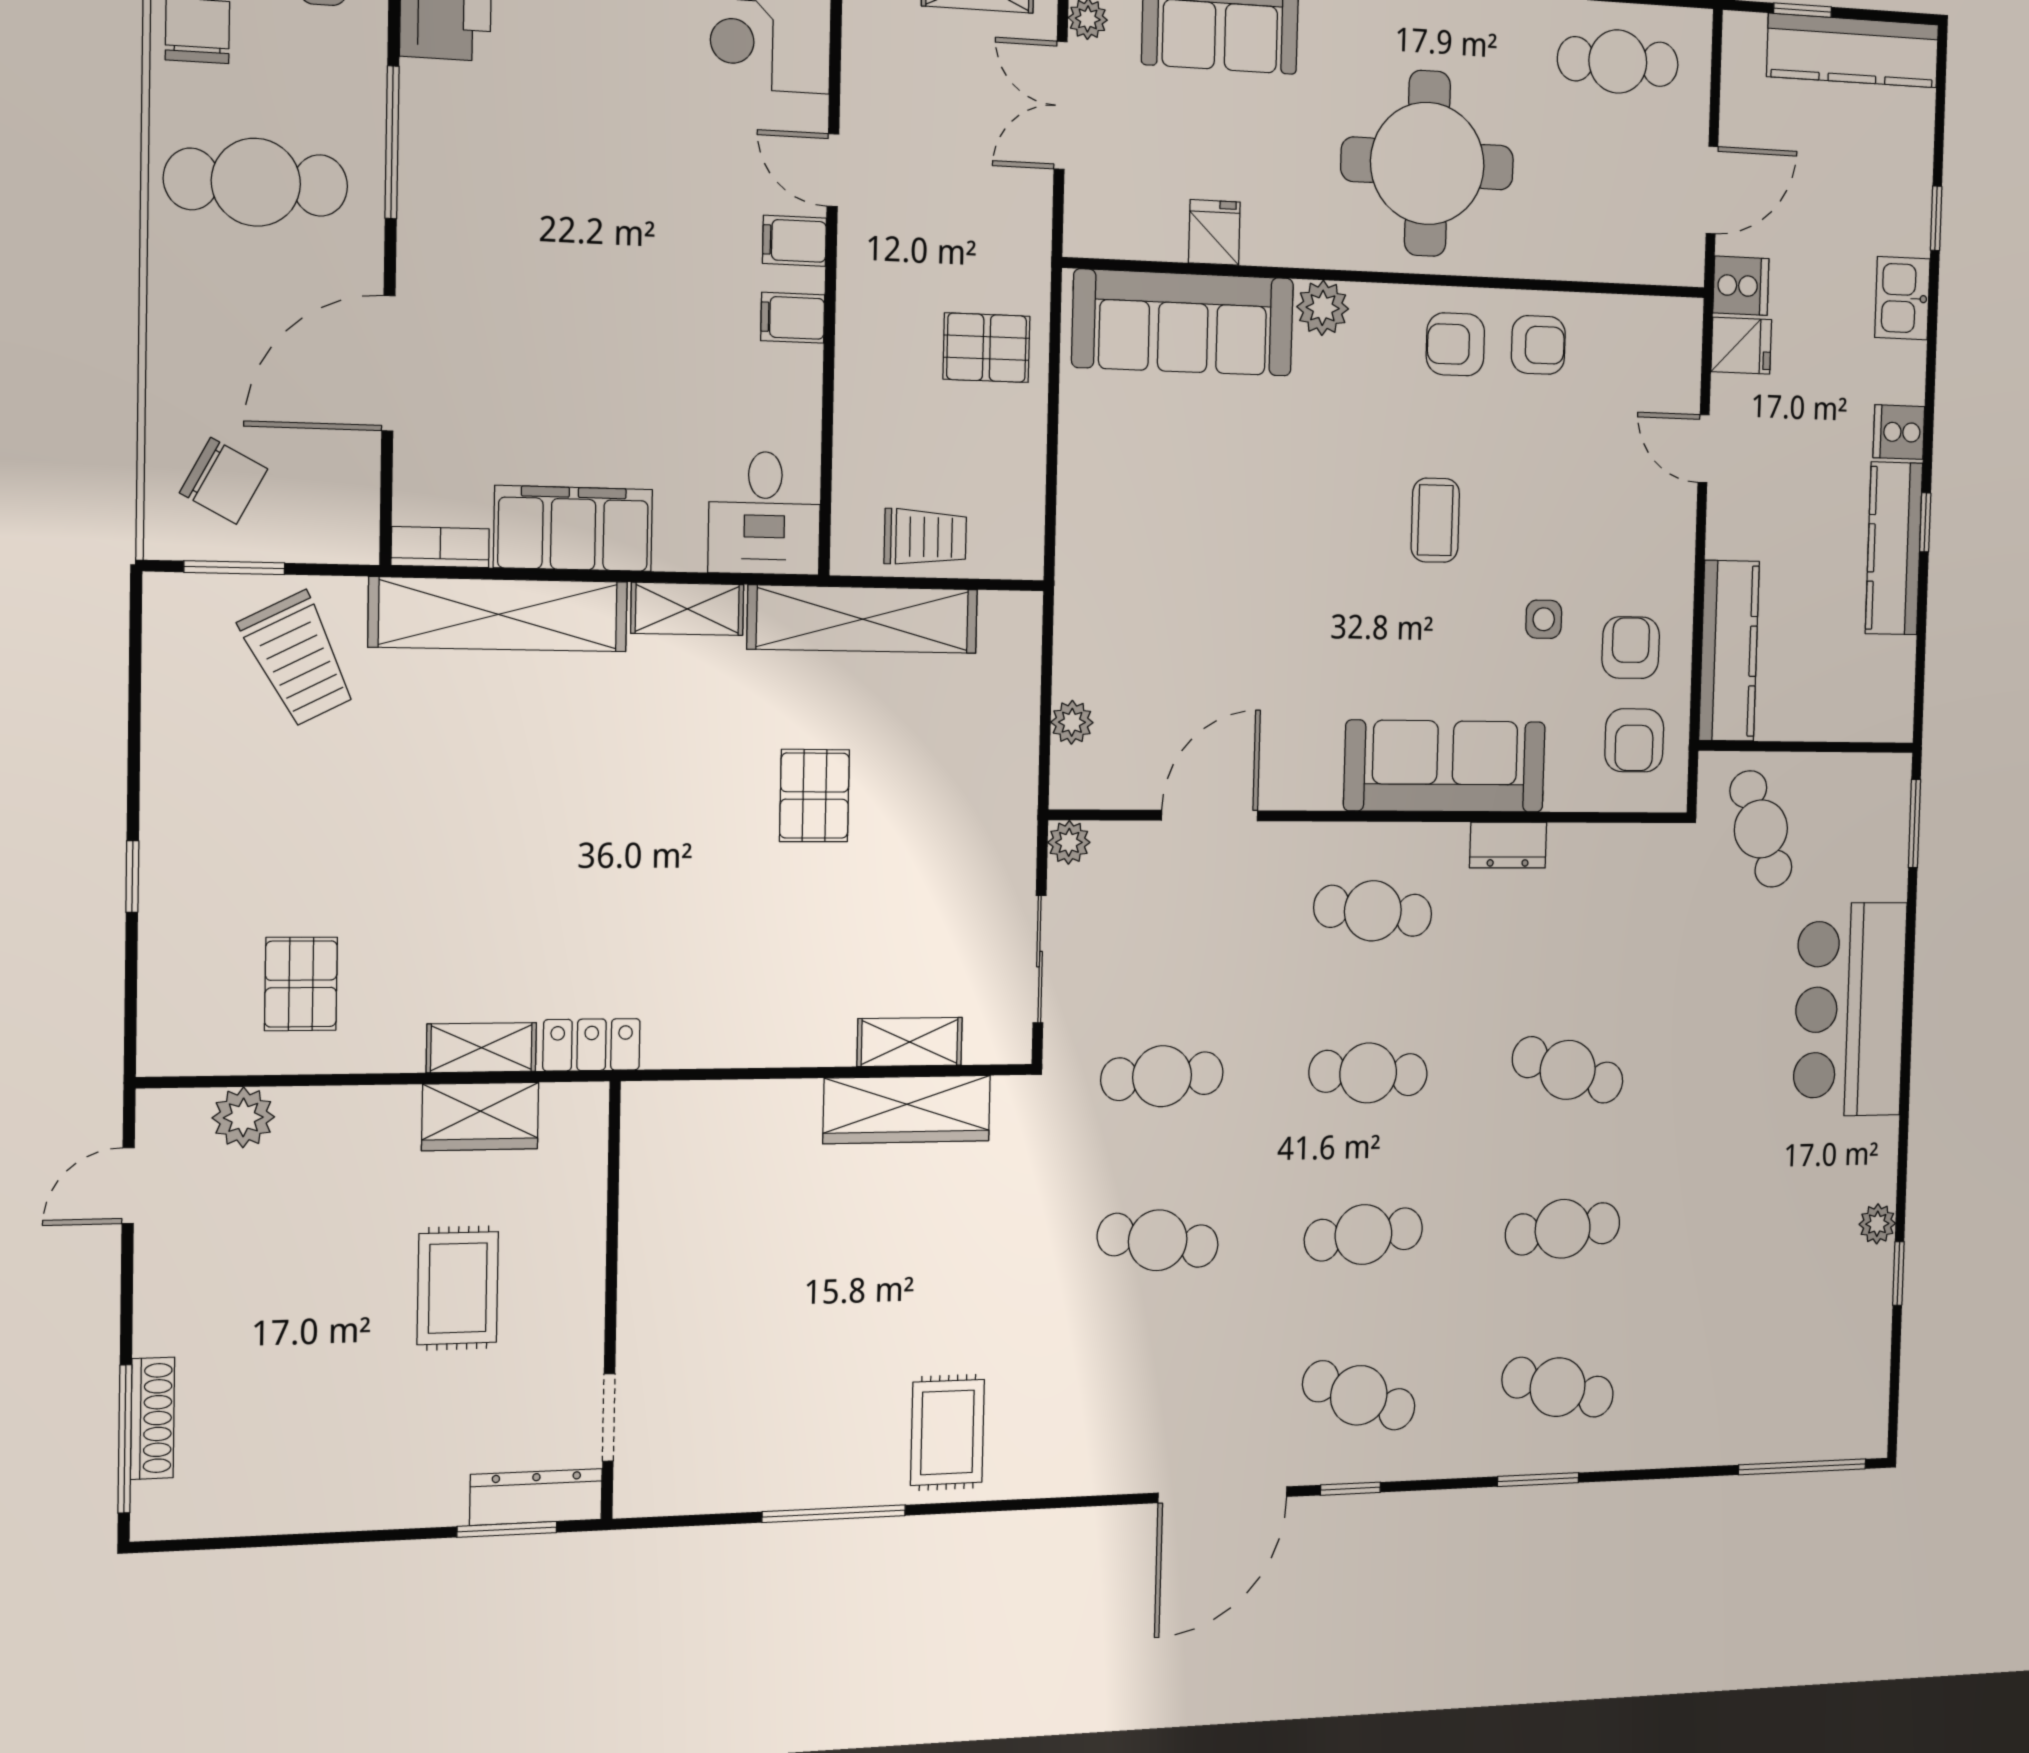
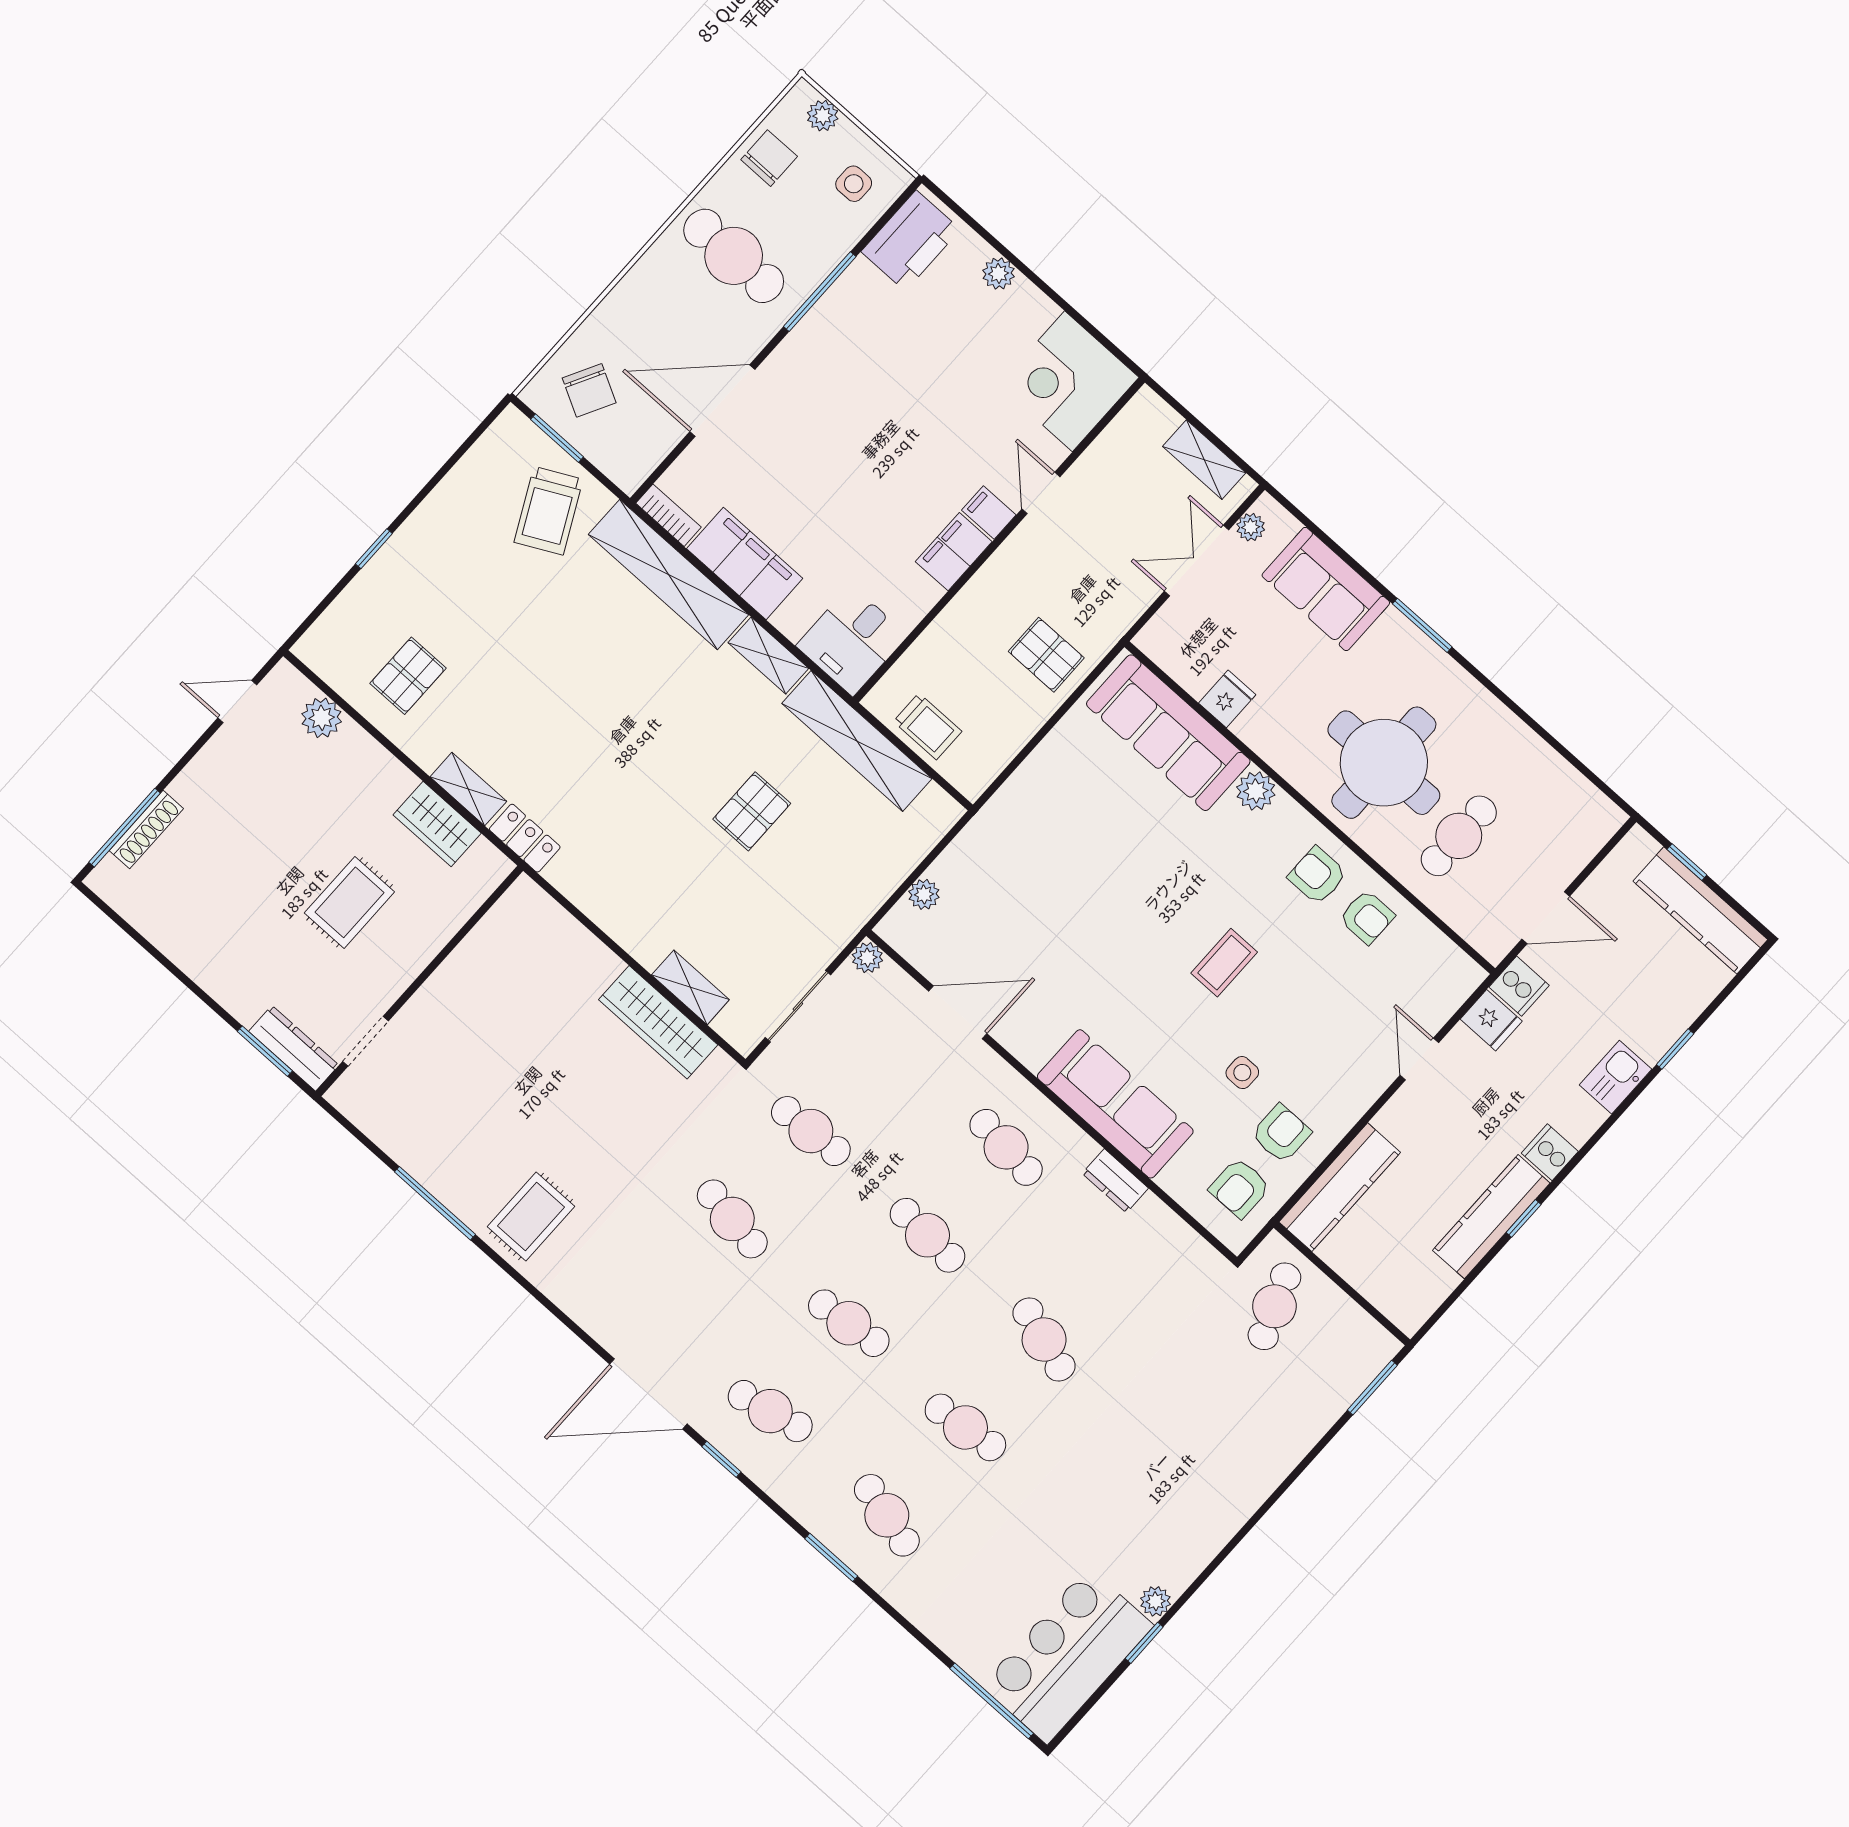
cafe table: (1618, 62) -> (1459, 836), moved, turned 90
filing cabinet: (793, 318) -> (954, 552), width x2.00
bar counter: (1850, 1009) -> (1068, 1656), moved
cafe table: (1359, 1395) -> (770, 1411), turned -33

